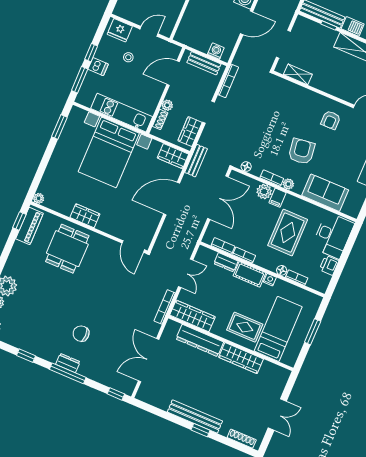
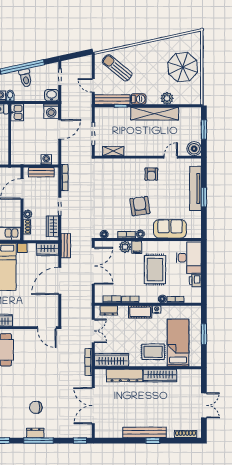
dresser: (226, 262) -> (109, 310), moved

